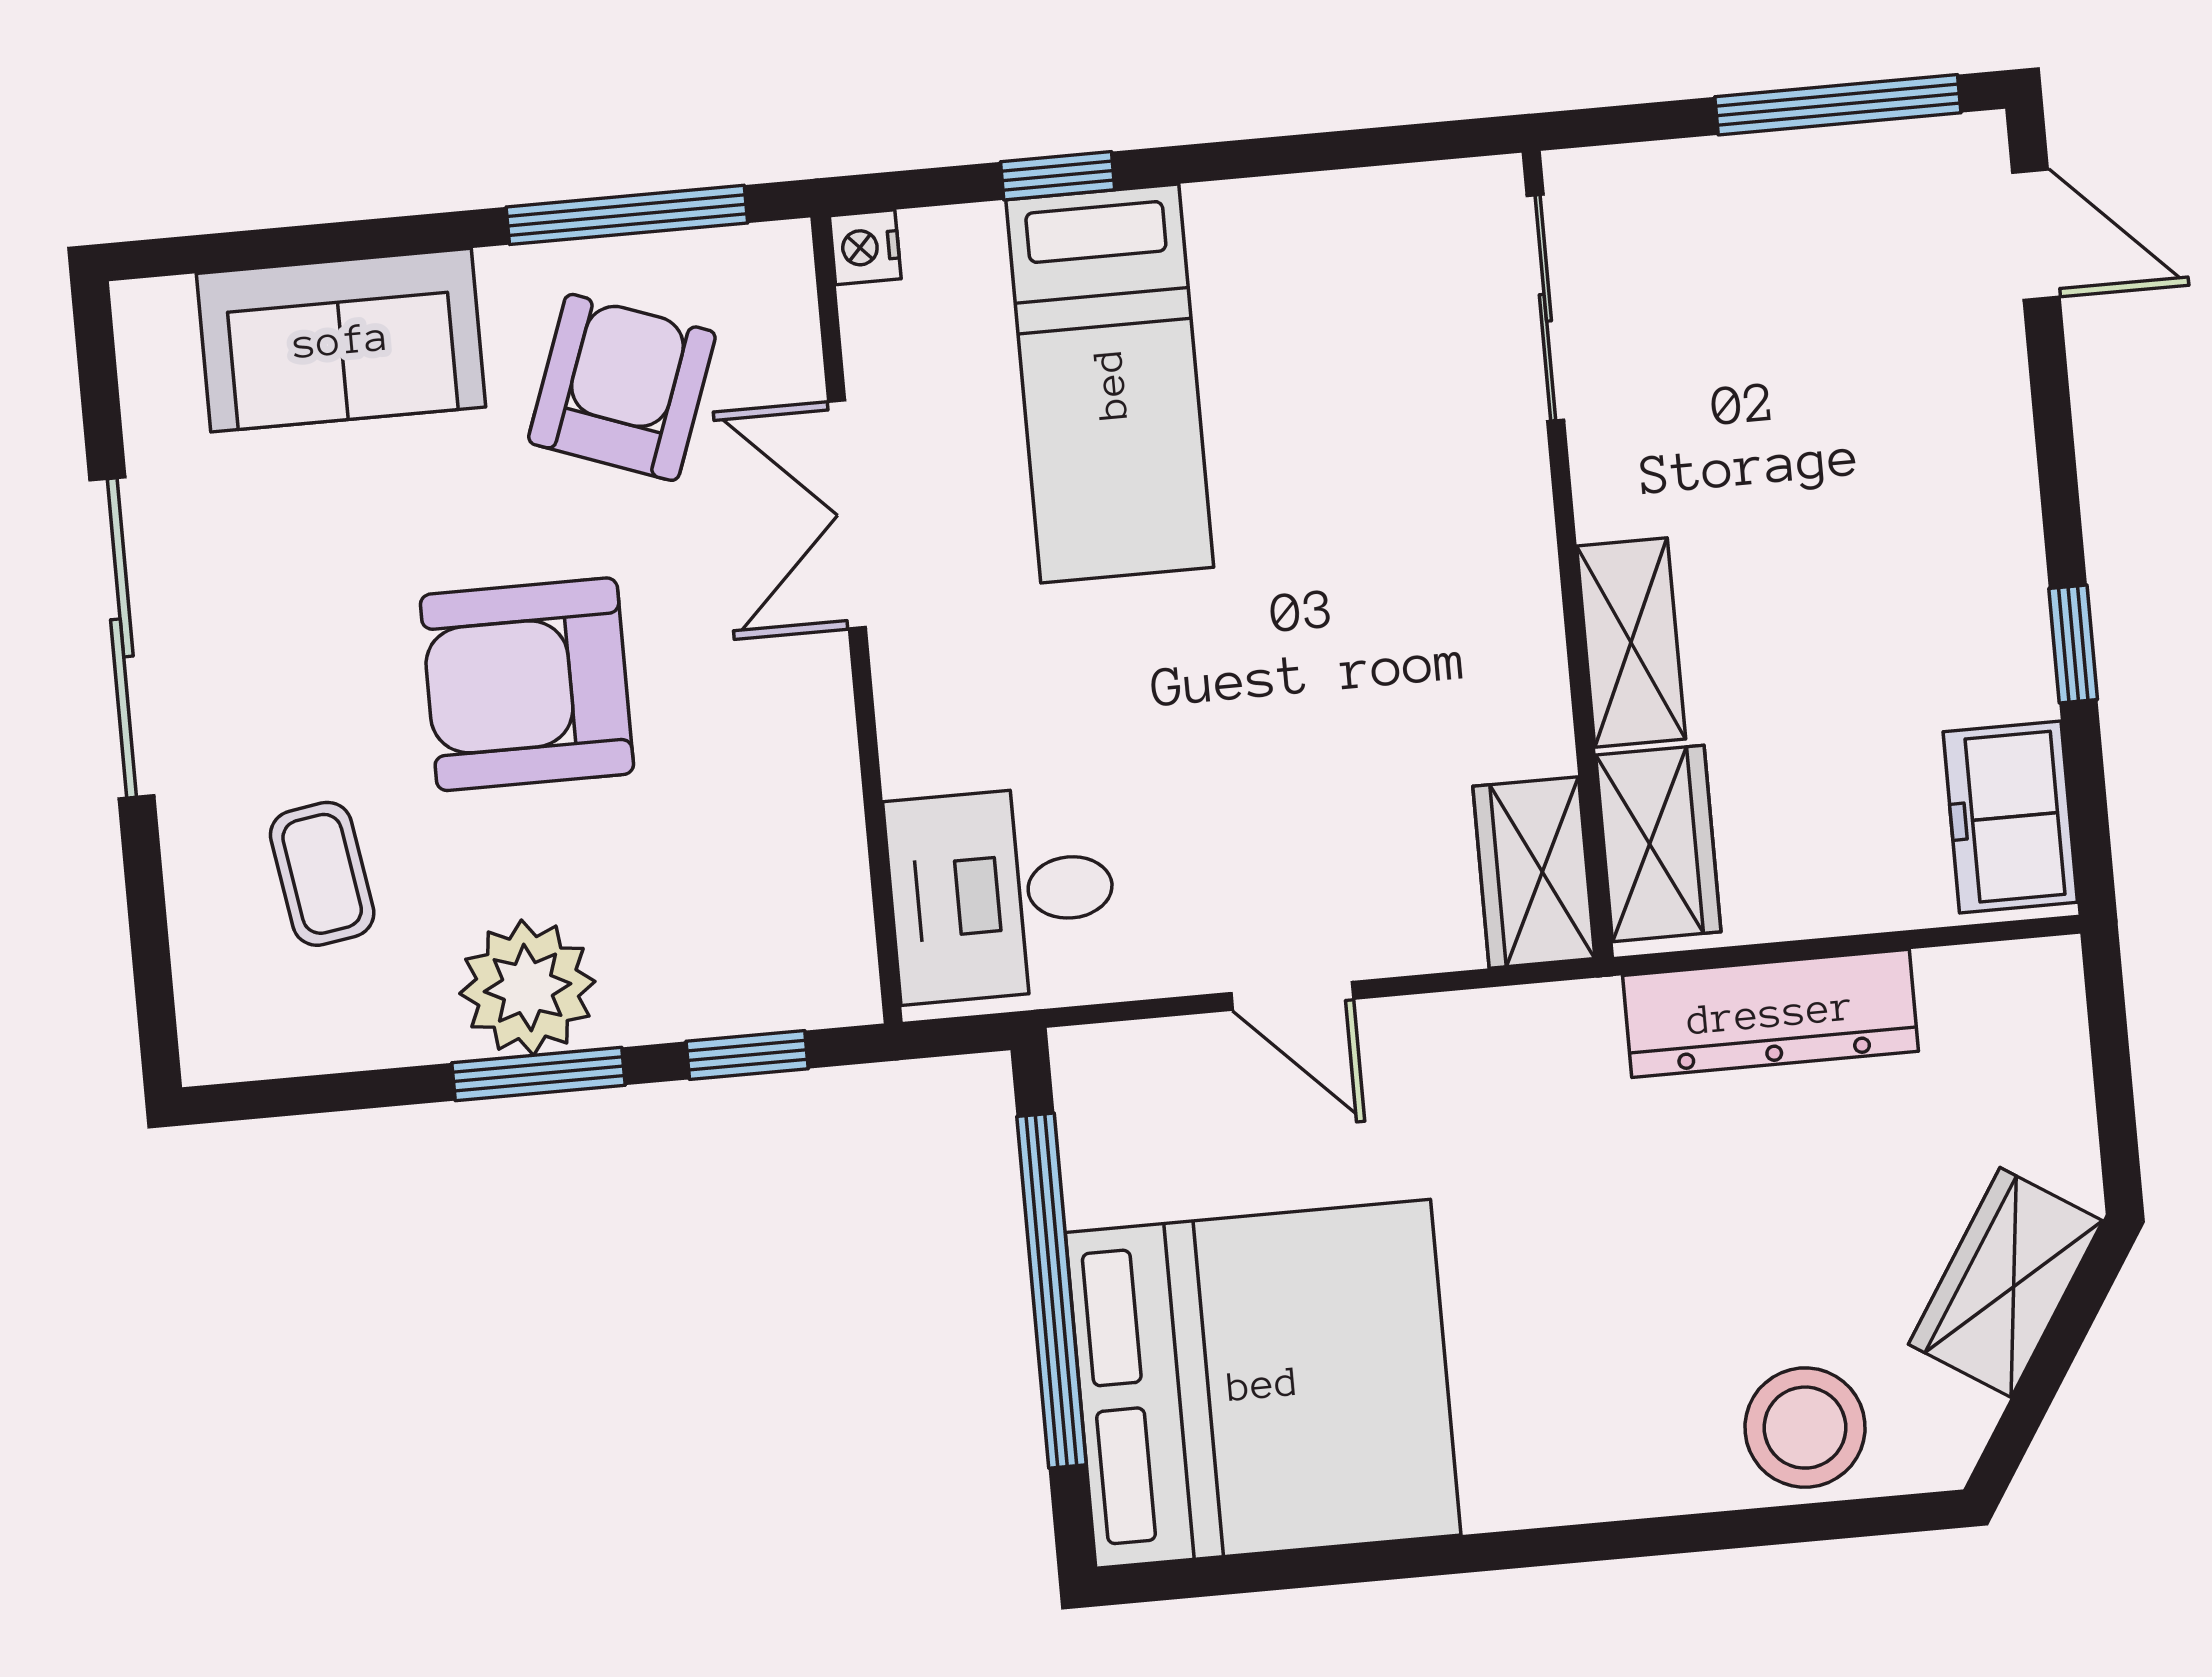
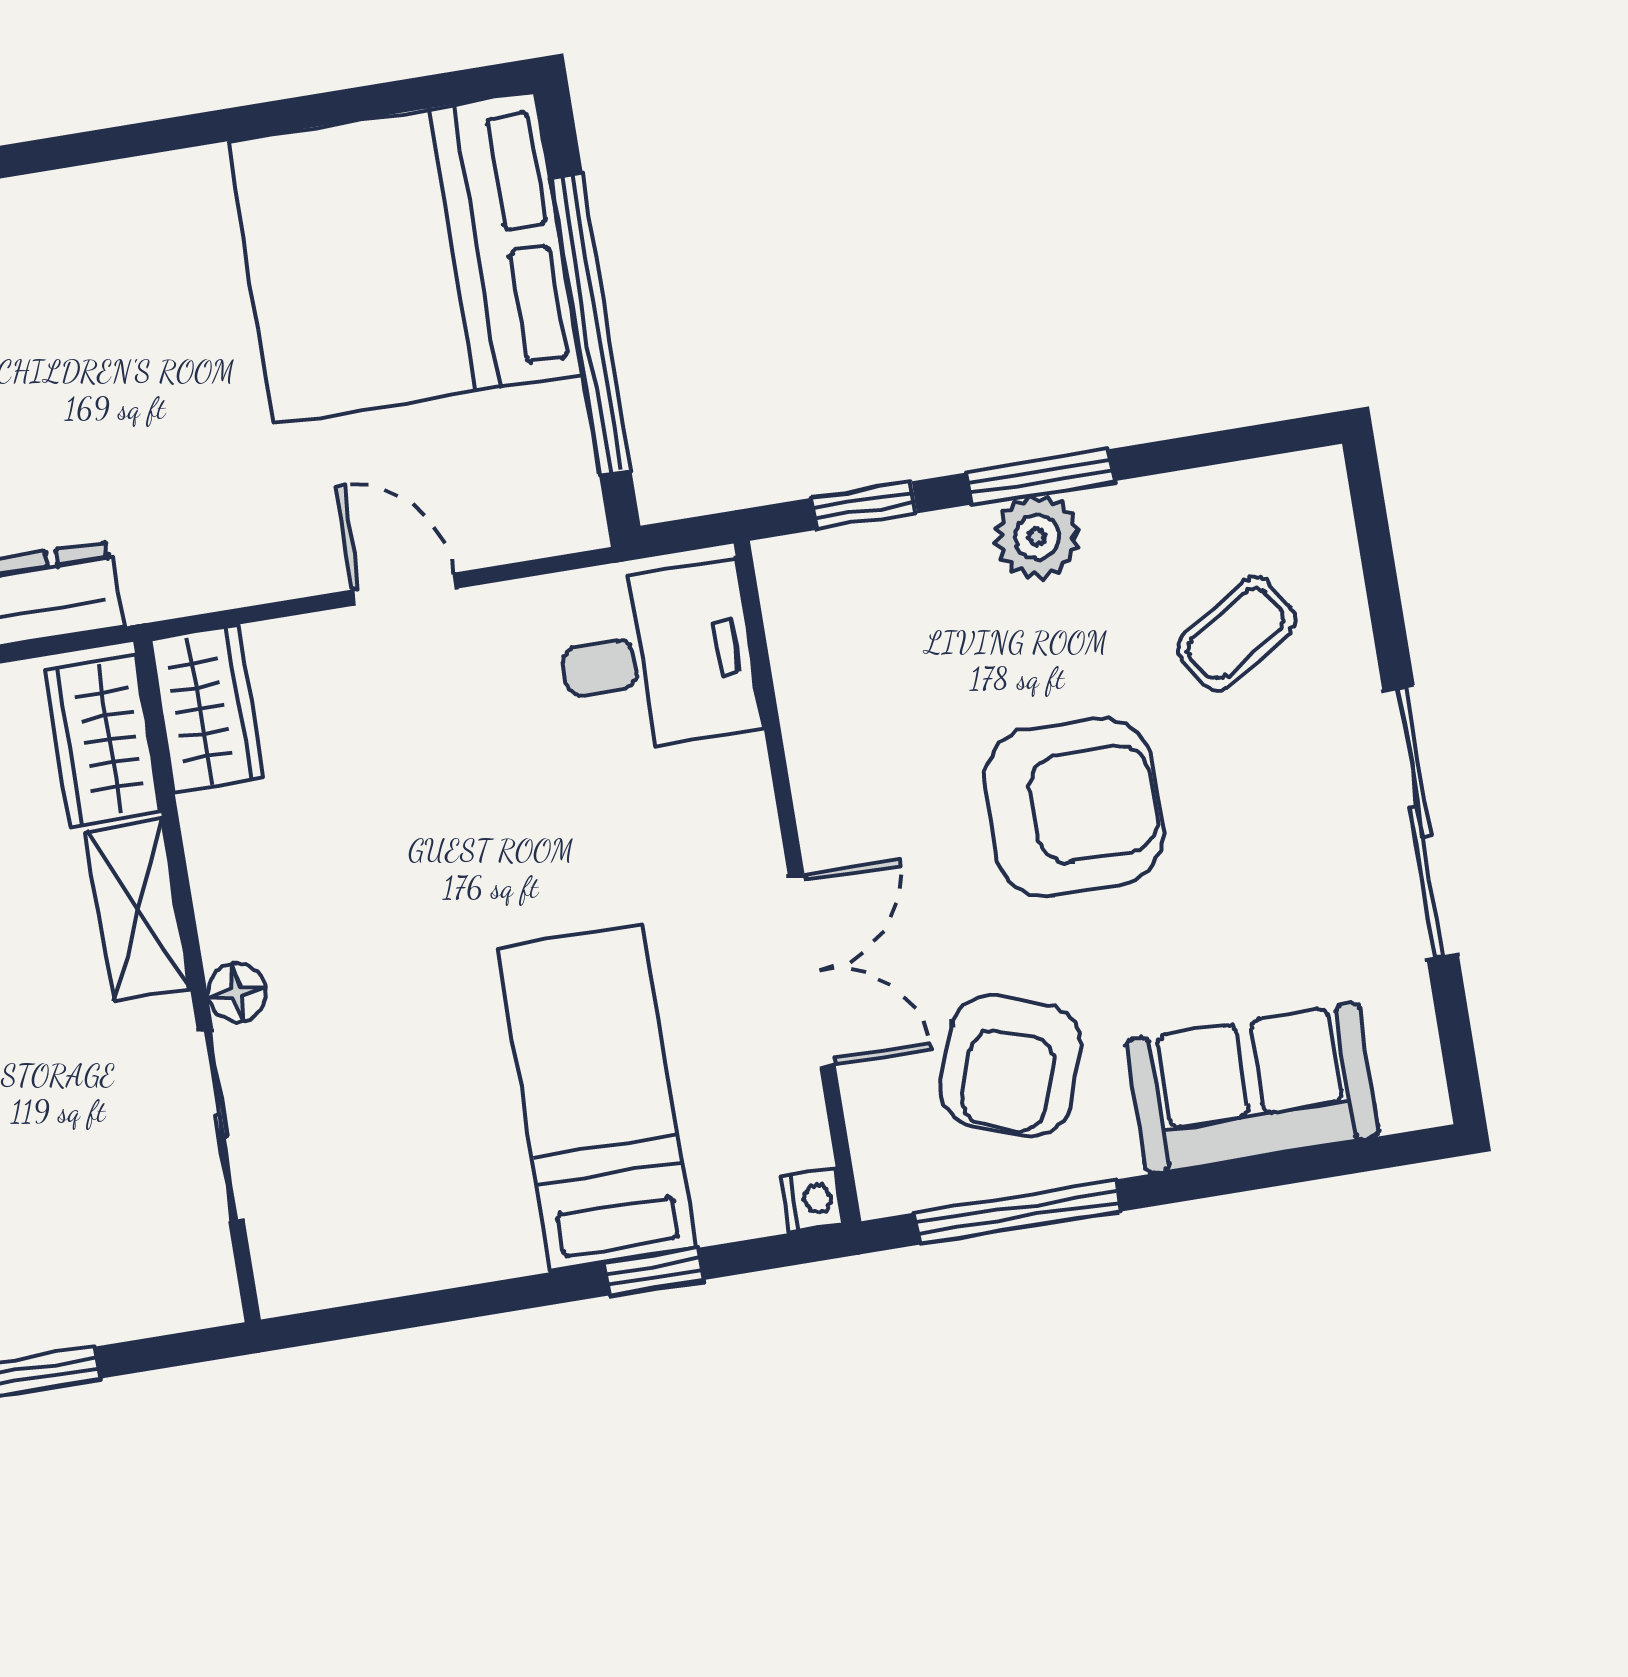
sliding door: (1545, 308) -> (221, 1125), moved
floor lamp: (1522, 538) -> (237, 993), added
coffee table: (322, 874) -> (1236, 634), turned 67
plant: (527, 988) -> (1037, 537), width x0.73, depth x0.73

